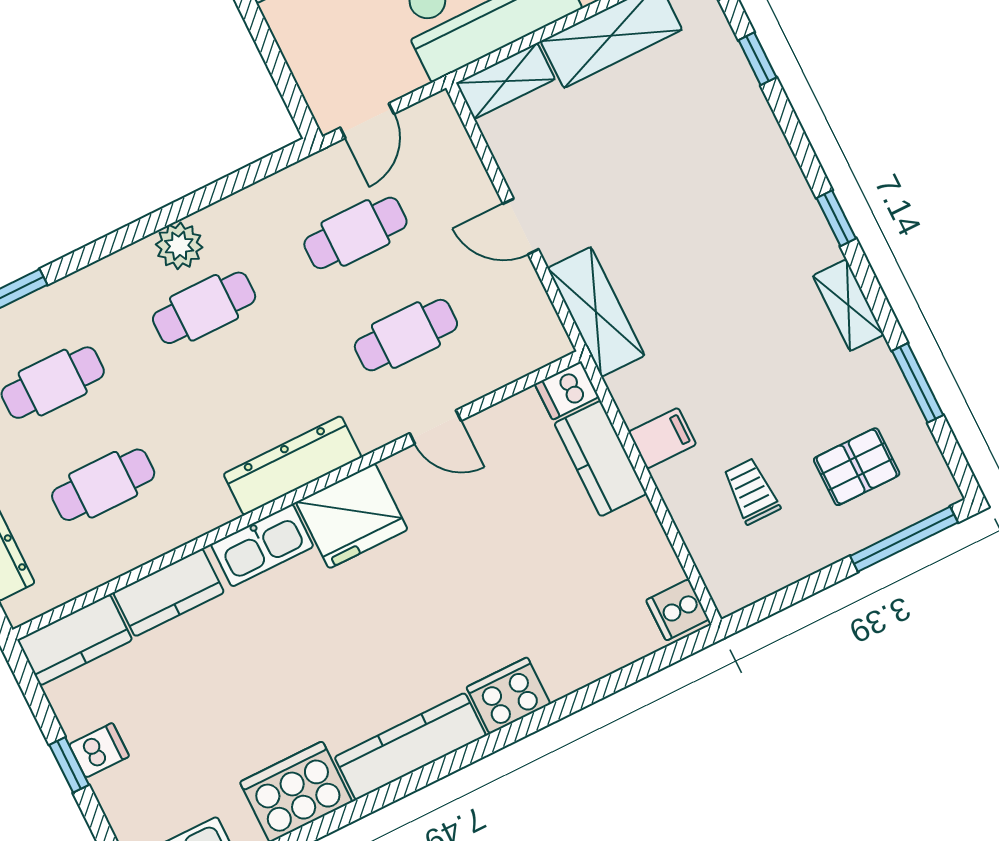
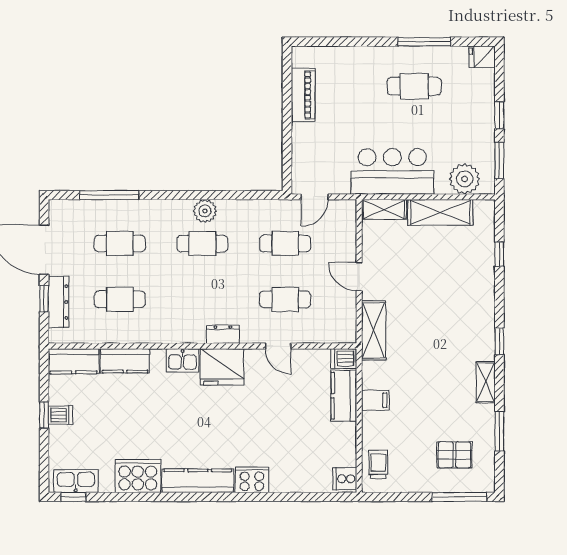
dresser: (292, 466) -> (223, 334), width x0.51, depth x0.80
trolley: (751, 491) -> (378, 465), moved
kitchen sink: (262, 545) -> (182, 360), width x0.73

